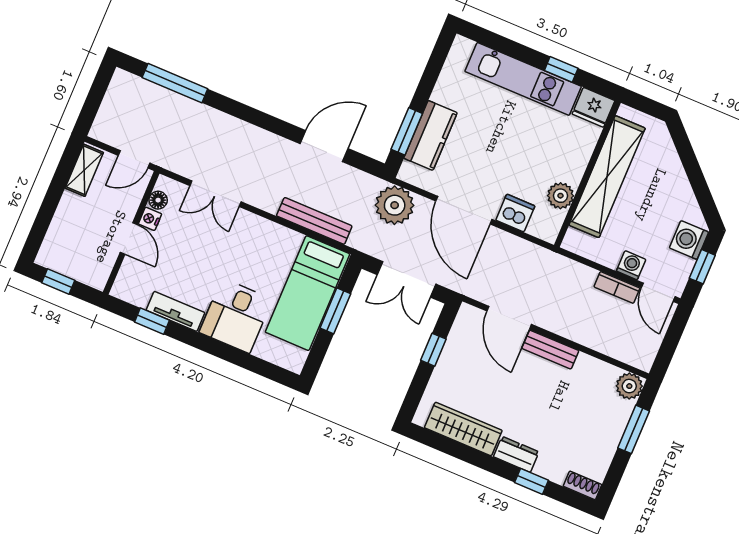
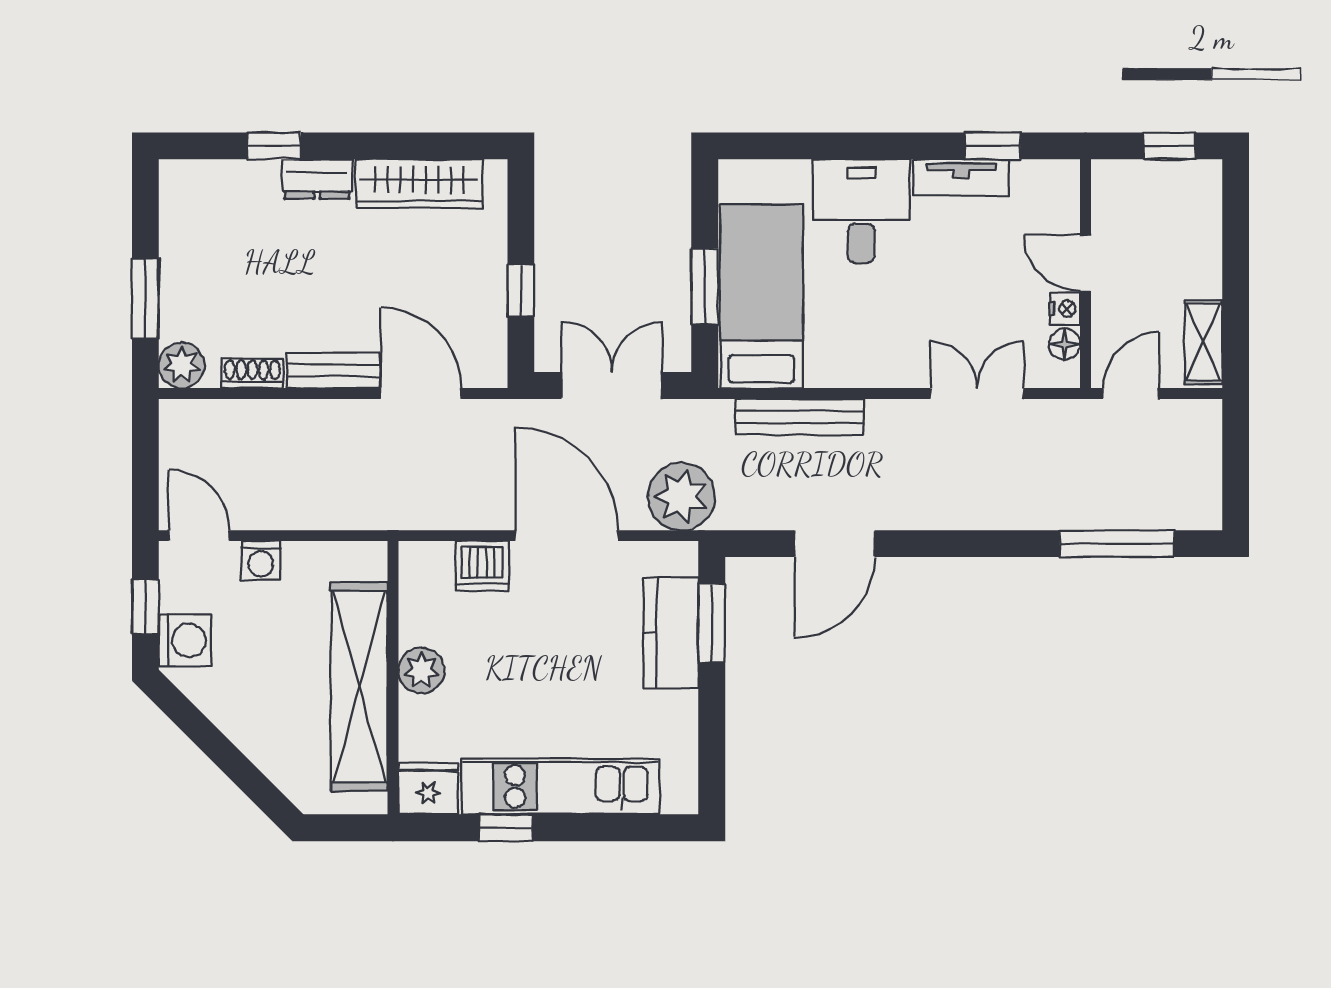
plant: (560, 196) -> (421, 670), moved
bookcase: (617, 287) -> (268, 515), removed
shoe rack: (583, 485) -> (252, 373), moved, turned 180

